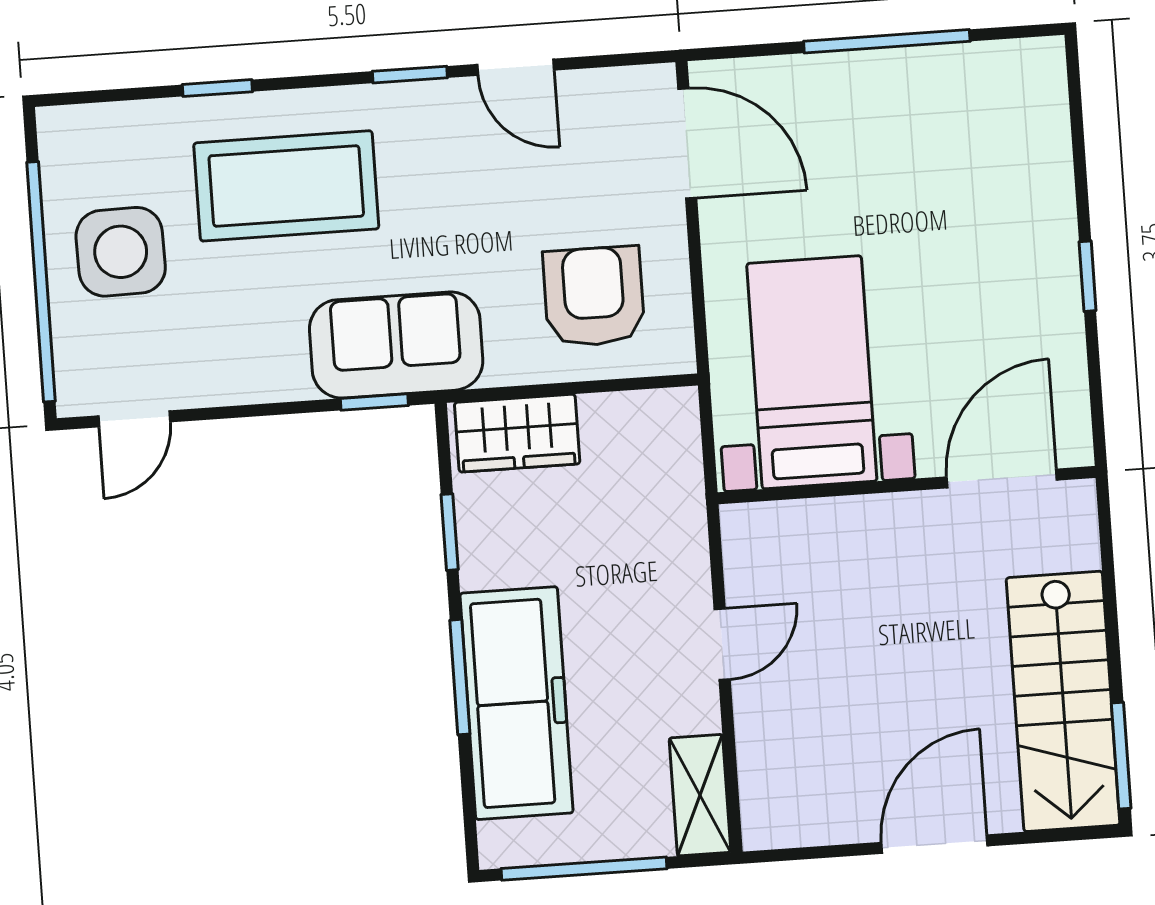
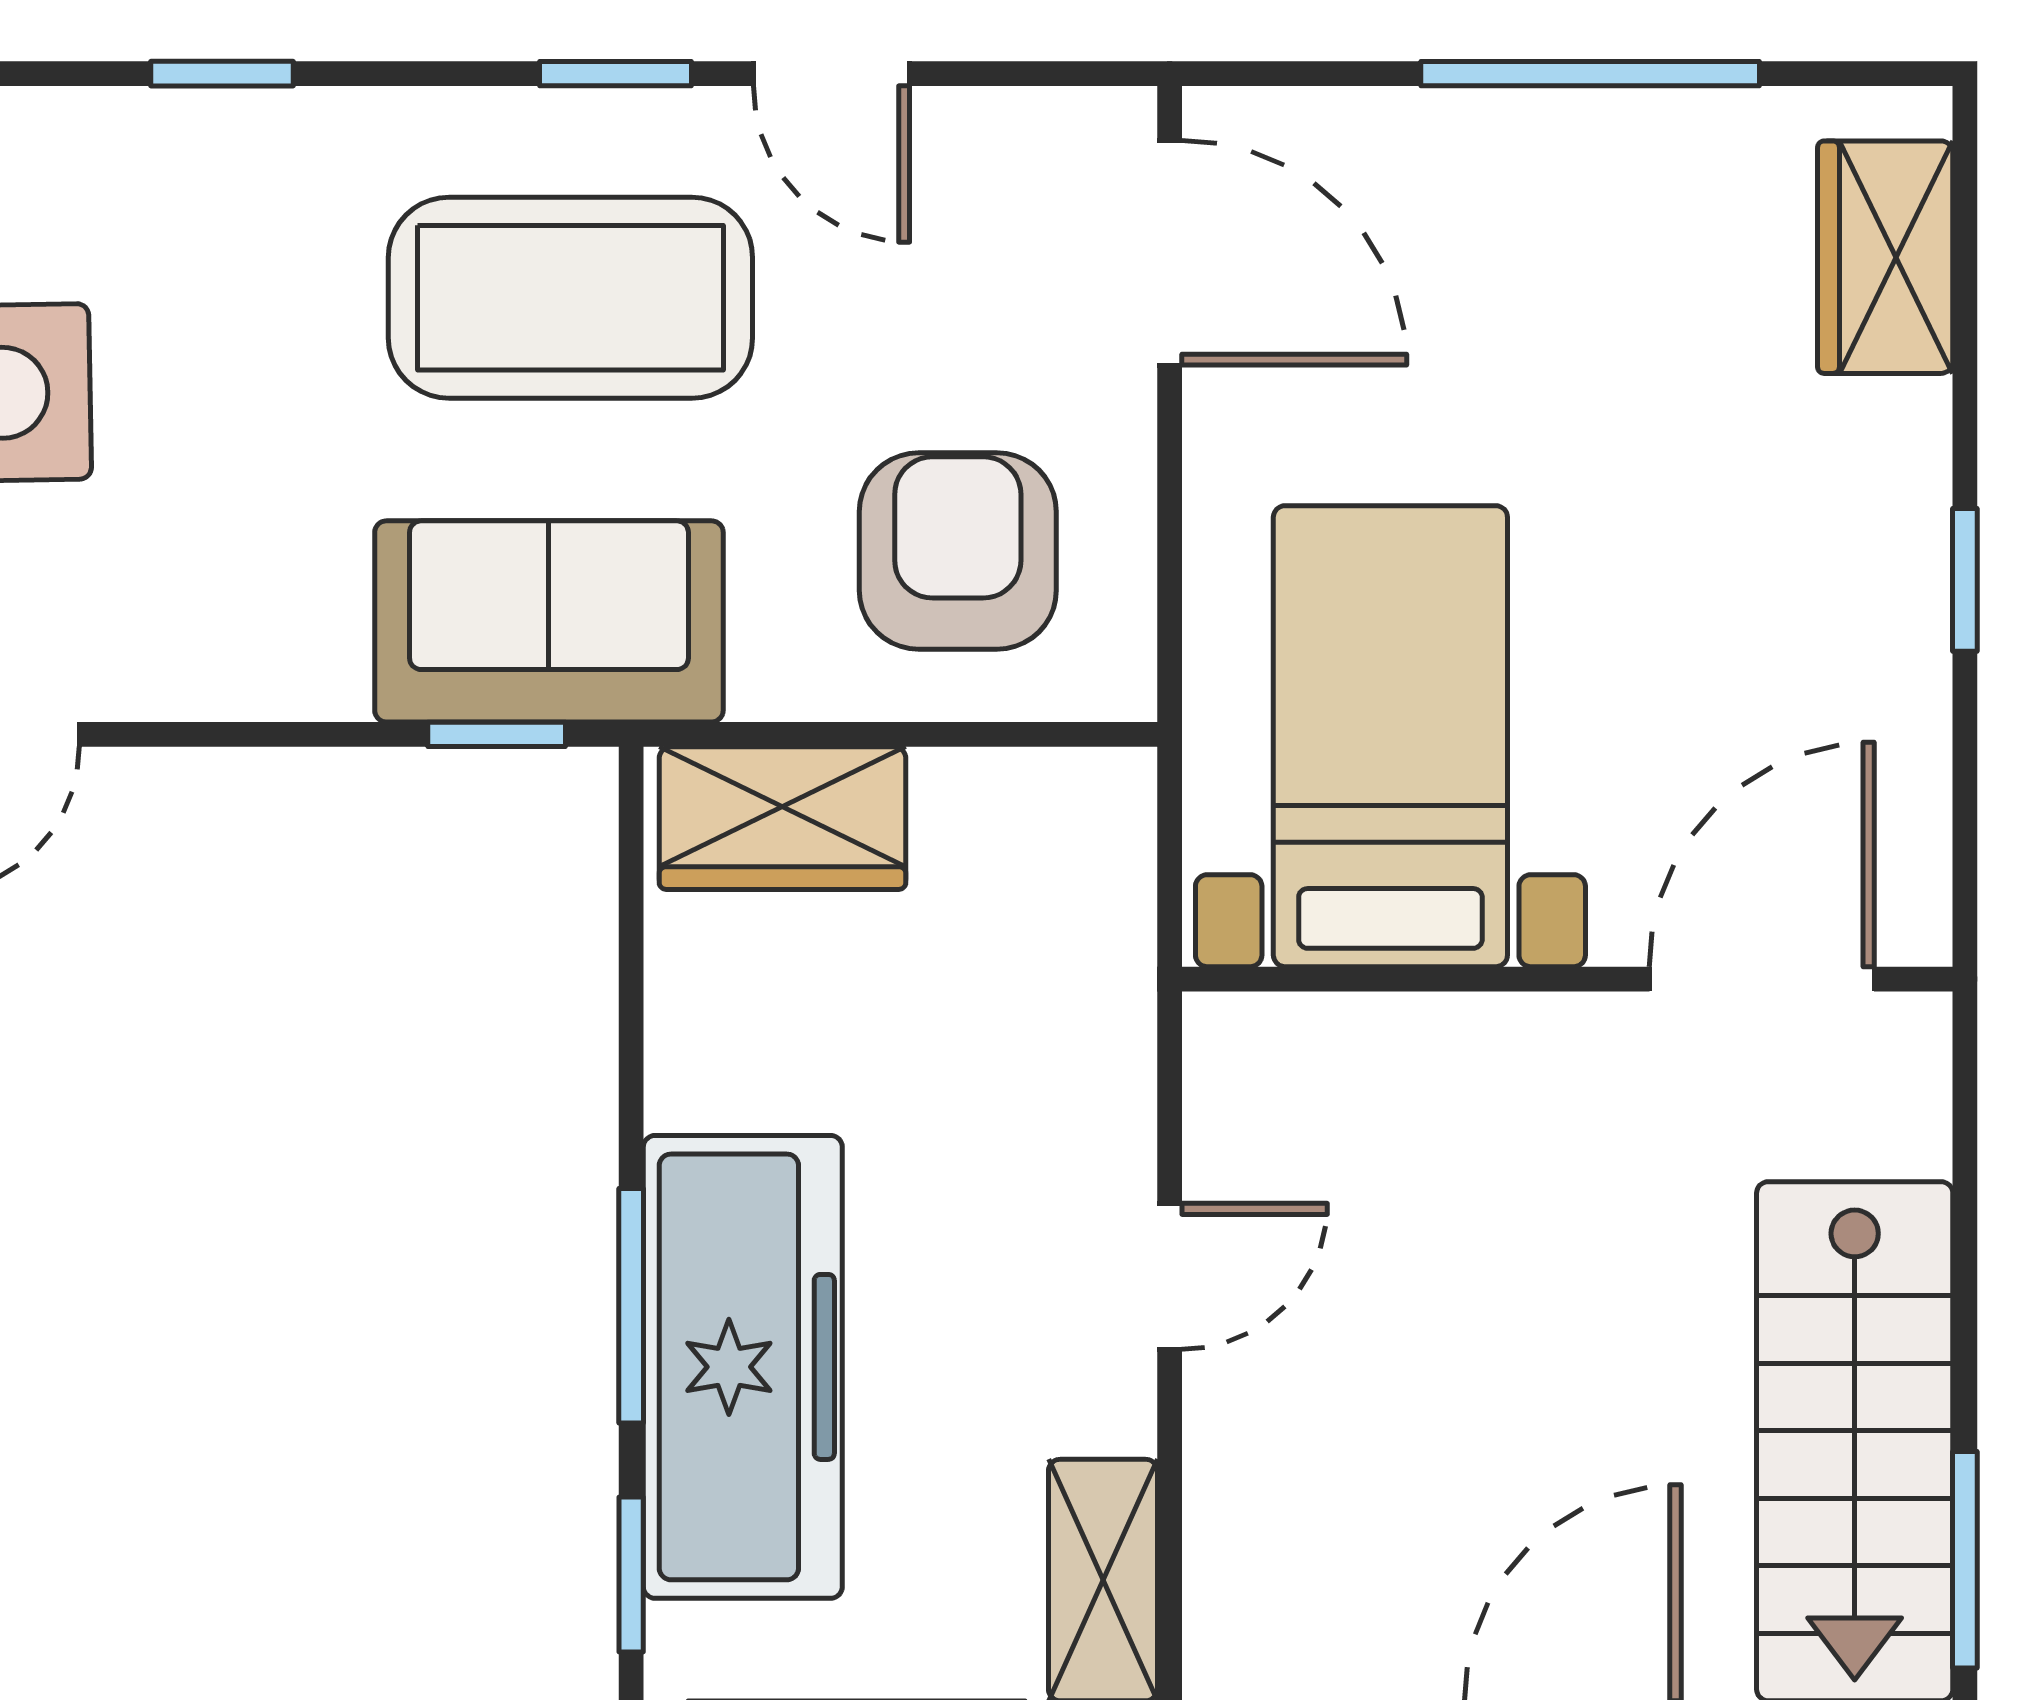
wardrobe: (1037, 121) -> (1885, 257), added
coffee table: (286, 186) -> (570, 298), moved
window: (450, 532) -> (631, 1575), moved

